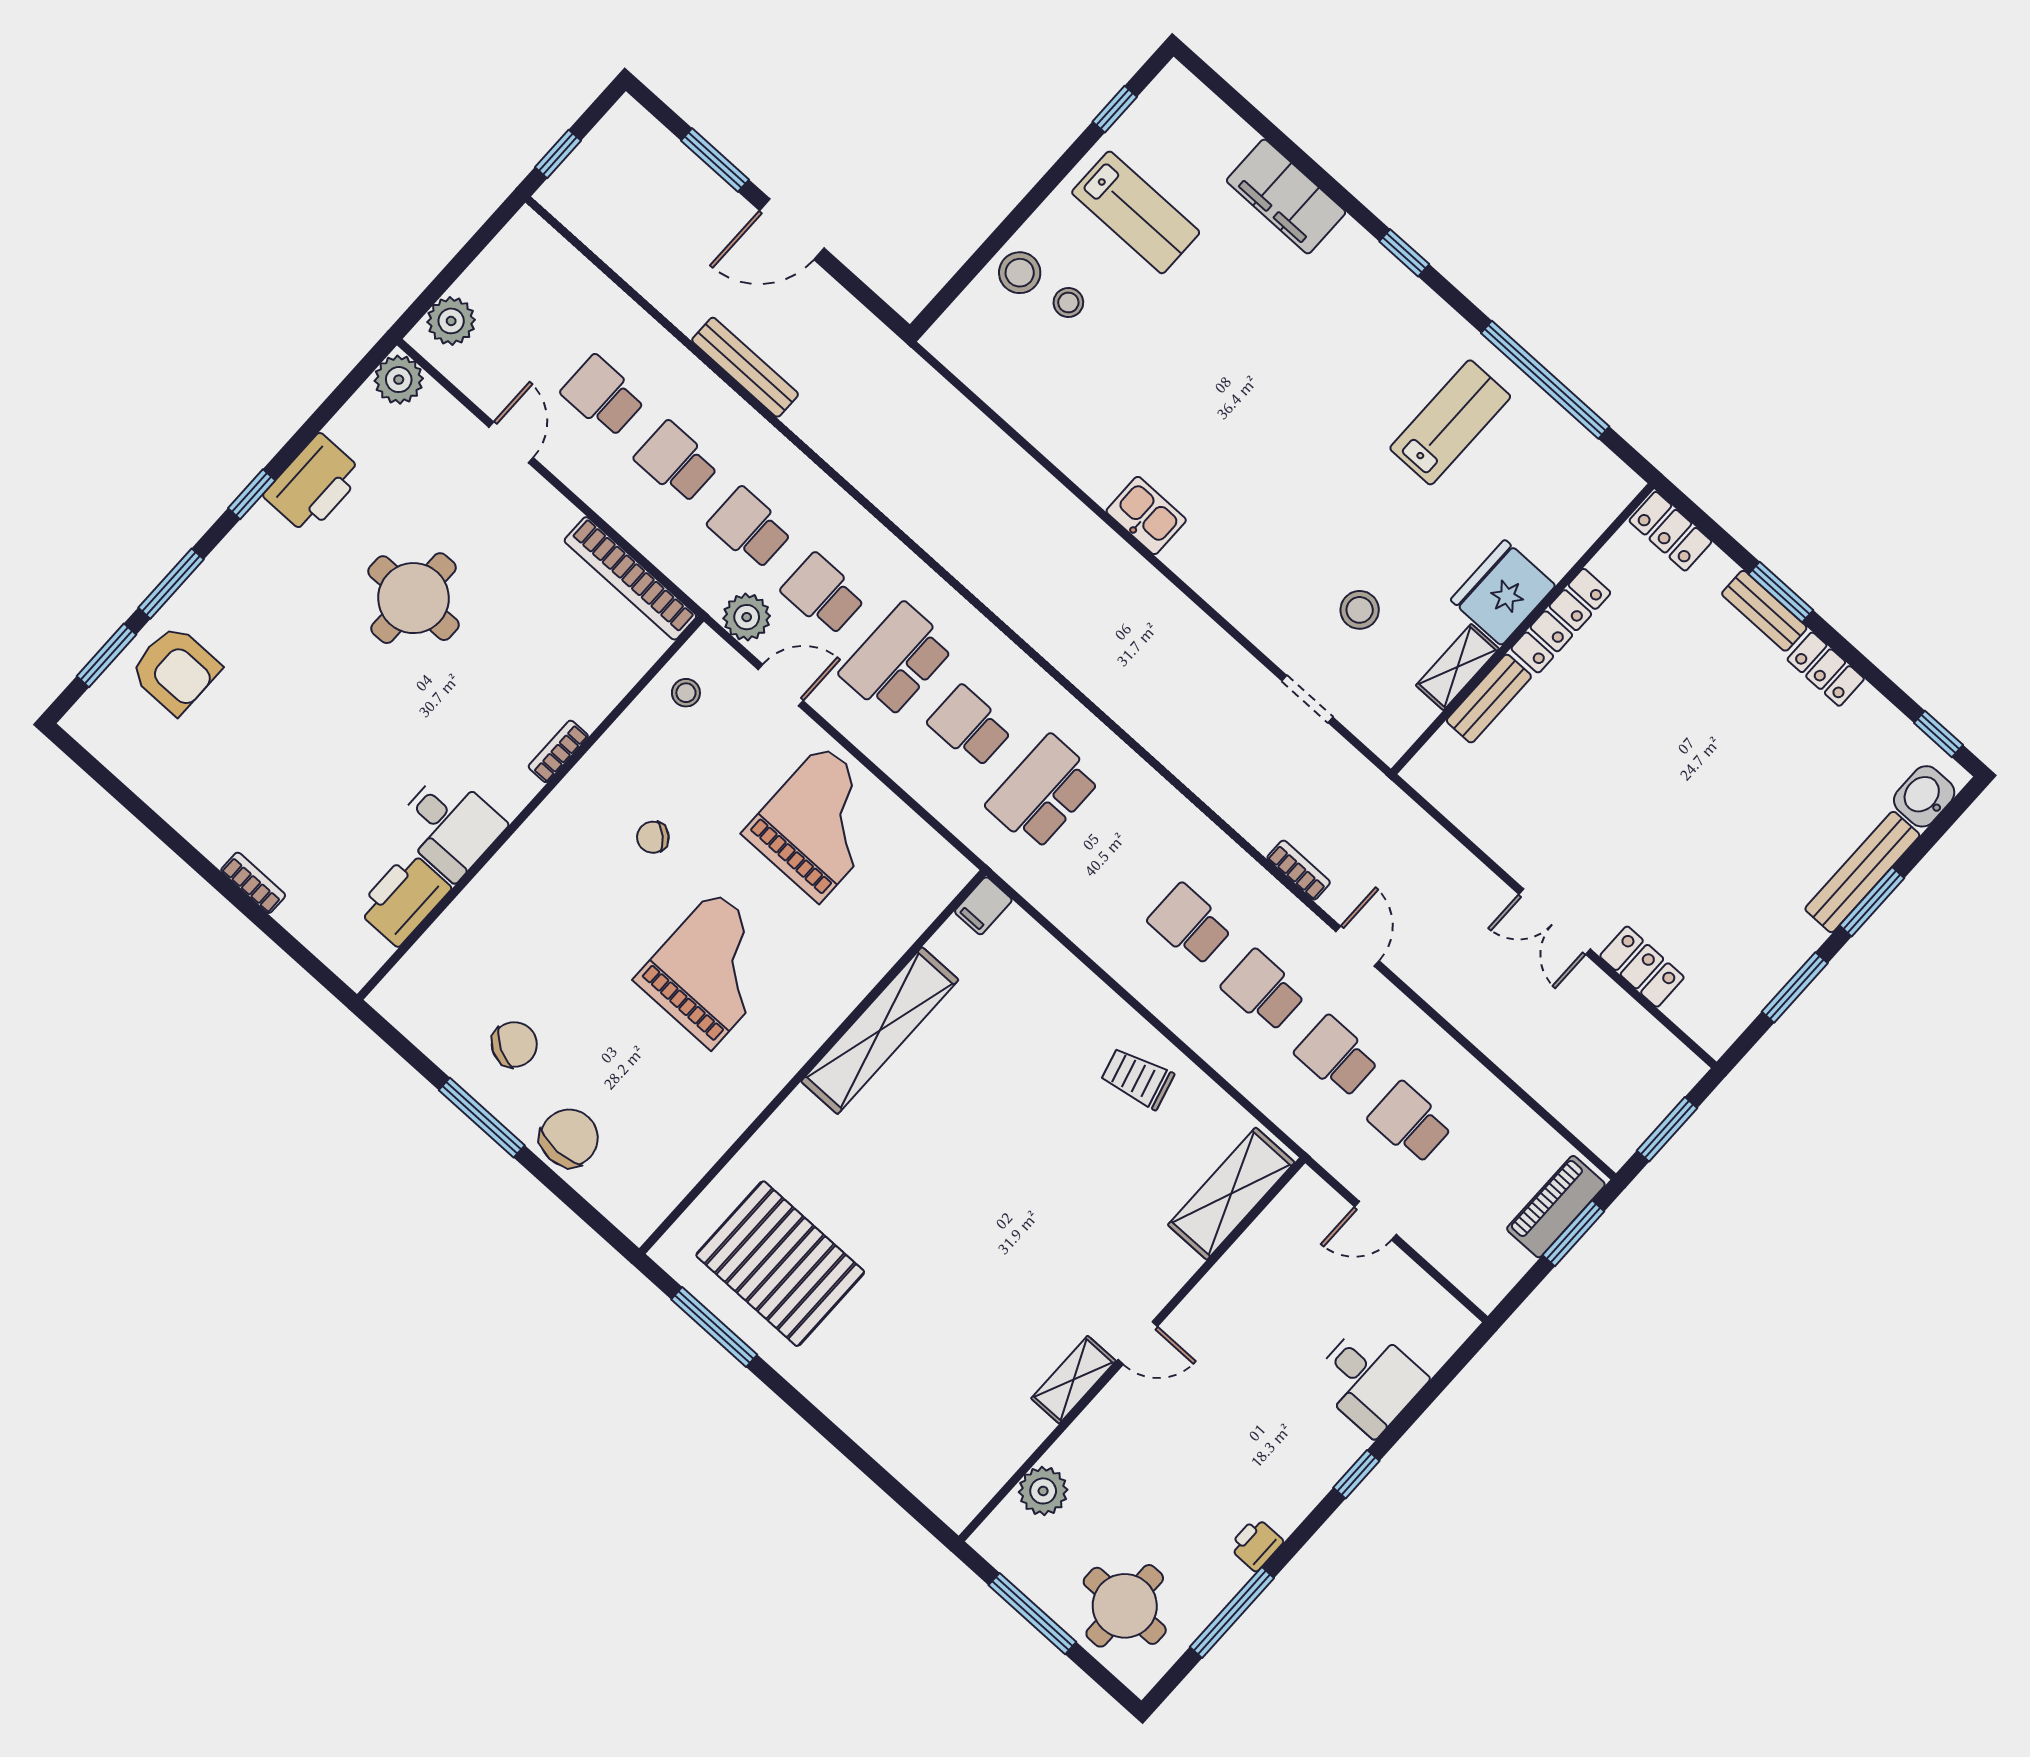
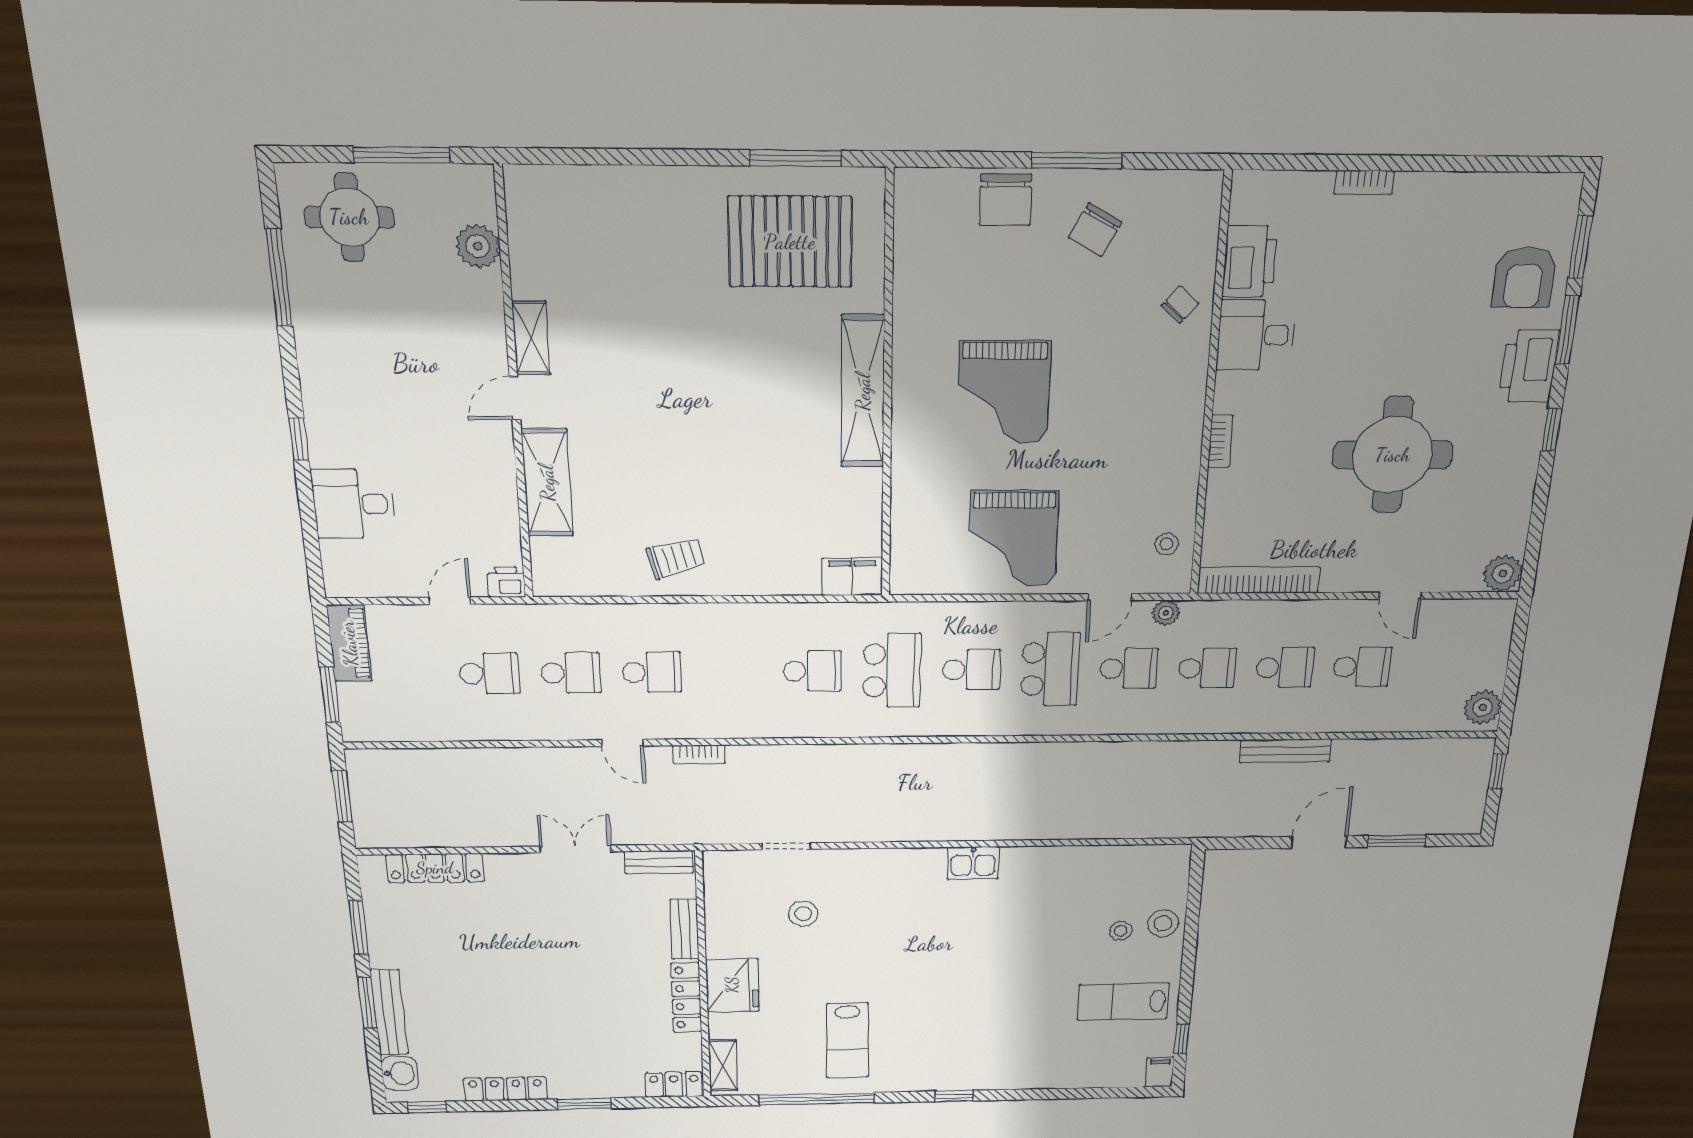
filing cabinet: (1286, 196) -> (1160, 1072), moved, width x0.33, depth x0.86
plant: (451, 321) -> (1483, 707), moved
printer: (314, 484) -> (1529, 366), moved
round table: (413, 598) -> (1393, 455), width x1.36, depth x1.36
bench: (1764, 611) -> (659, 862), moved
plant: (747, 617) -> (1166, 613), width x0.73, depth x0.73
shelving: (1457, 667) -> (723, 1066), moved
locker: (1826, 669) -> (505, 1089), width x1.53
armchair: (175, 670) -> (1524, 278), turned -90
chair: (653, 837) -> (1180, 305), moved
filing cabinet: (983, 906) -> (852, 577), width x2.00
double door: (1555, 922) -> (575, 849), moved
school desk: (1190, 924) -> (812, 671), moved
locker: (1642, 967) -> (435, 868), width x1.53
shelving: (880, 1031) -> (863, 392), moved
shelving: (1231, 1194) -> (547, 483), moved
piano: (1556, 1207) -> (349, 643), moved
printer: (1256, 1544) -> (507, 582), moved, turned -90

